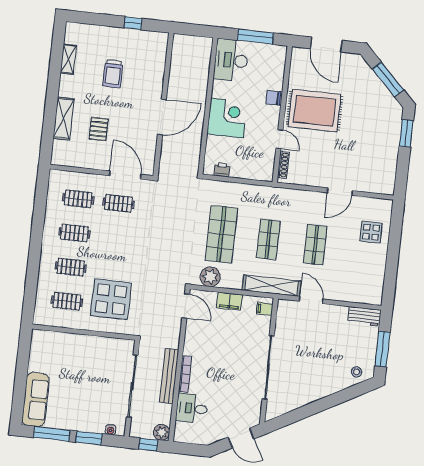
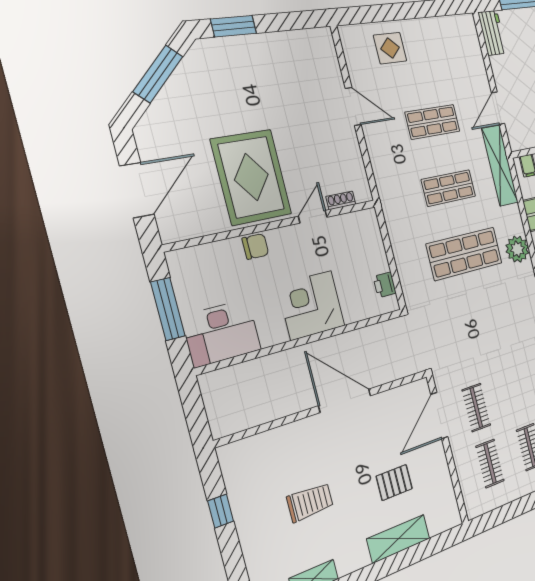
chair: (273, 98) -> (255, 246), turned -90
shoe rack: (283, 165) -> (341, 200), width x0.70

